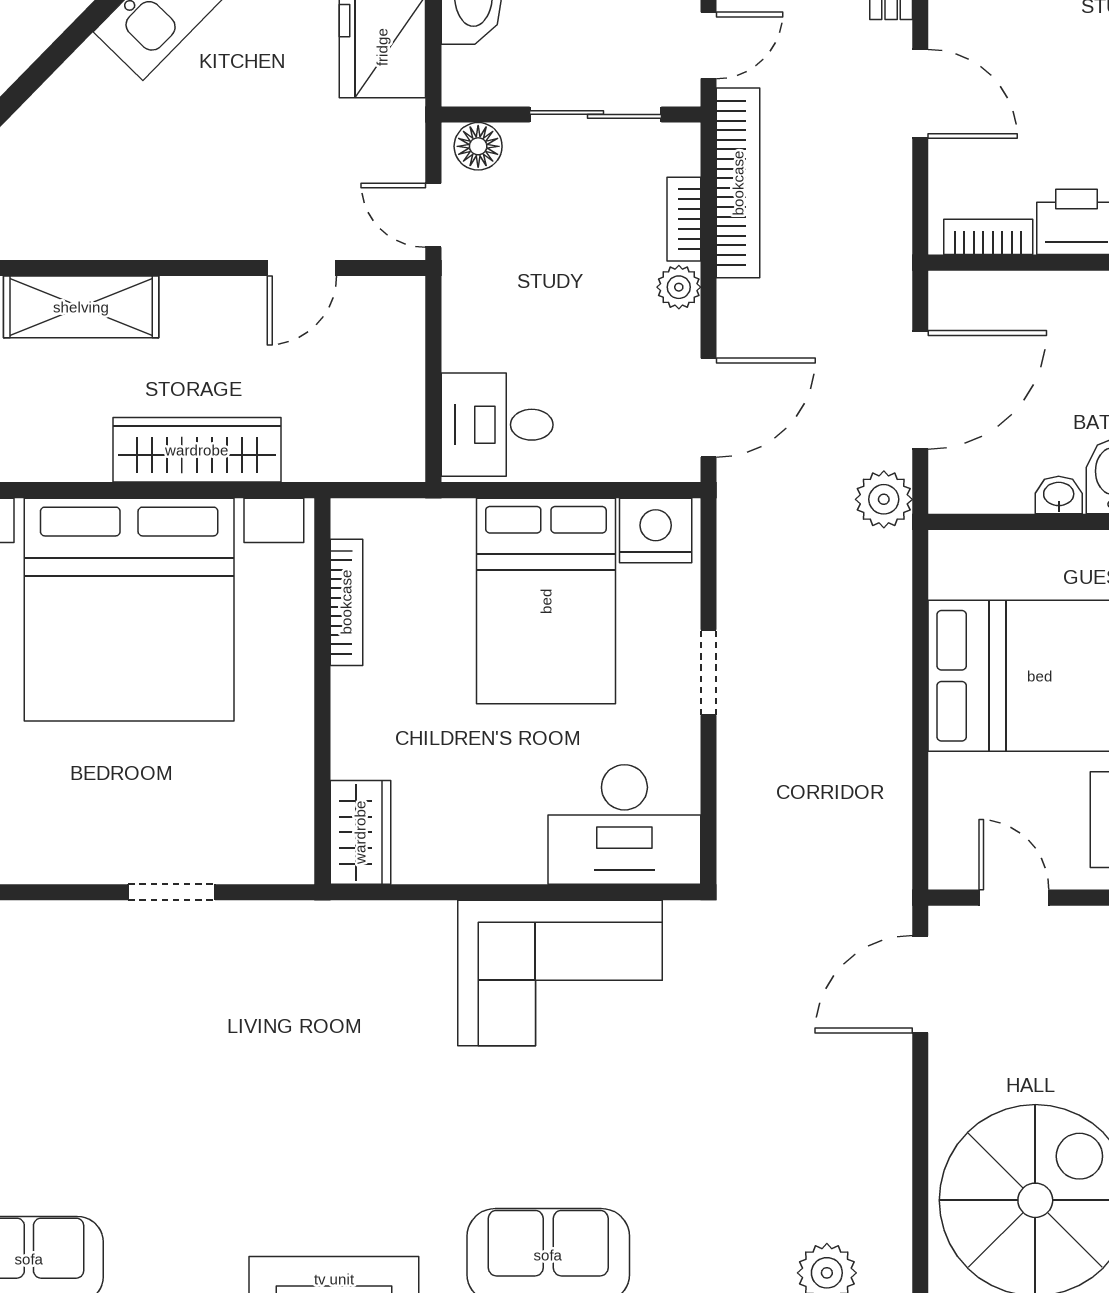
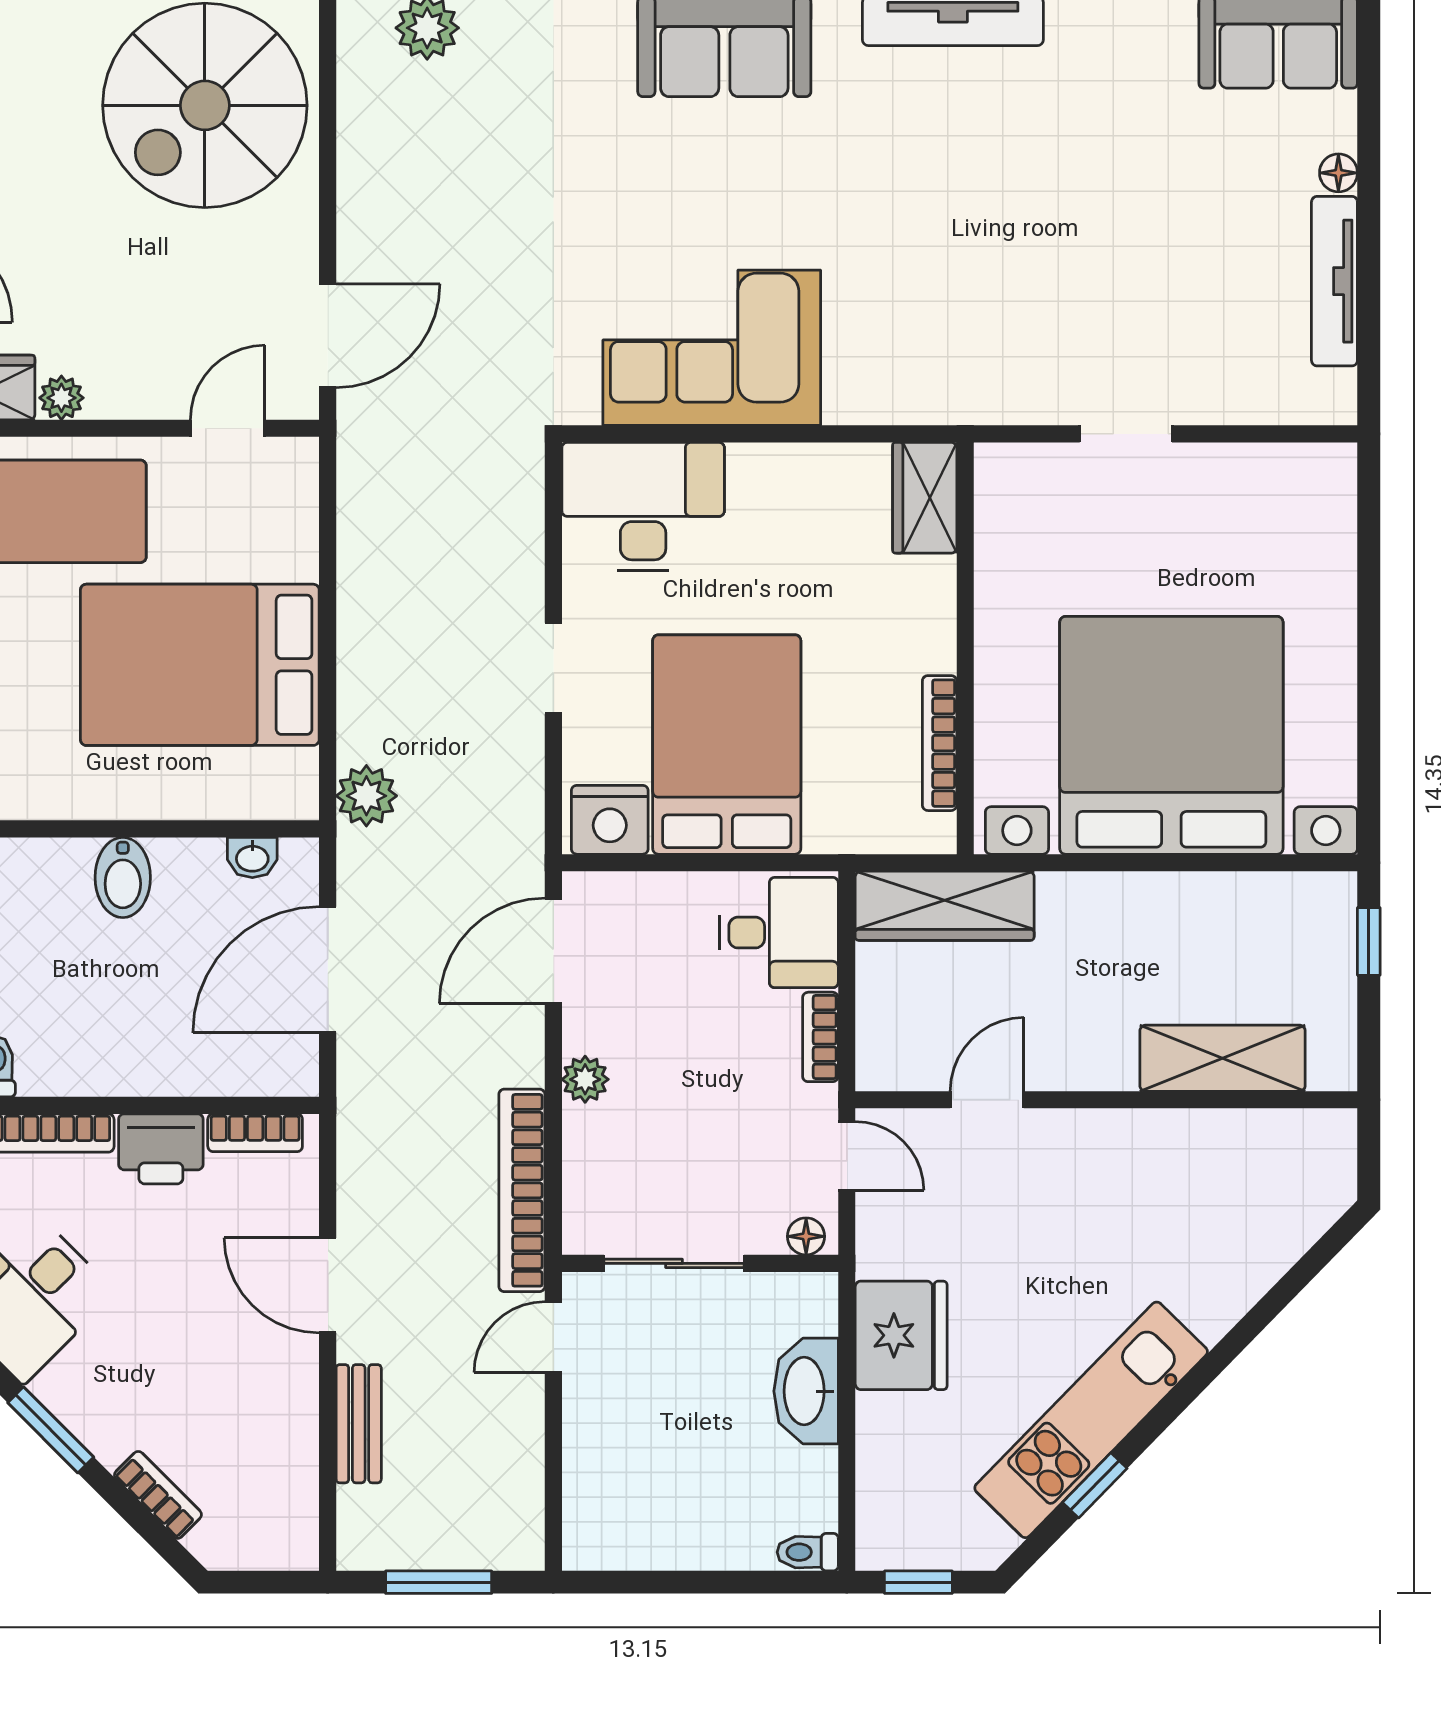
floor lamp: (478, 146) -> (806, 1236), width x0.73, depth x0.73
bookcase: (684, 219) -> (820, 1037), moved, turned 180
wardrobe: (197, 450) -> (945, 906), moved
washbasin: (1059, 495) -> (252, 857), moved
plant: (884, 499) -> (366, 796), moved
door: (1014, 898) -> (228, 428), swing flipped

